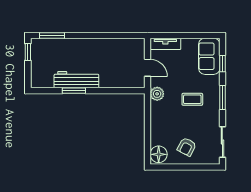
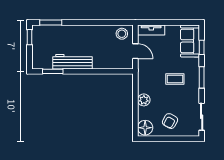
stool: (132, 48) -> (122, 34), added
window: (74, 91) -> (53, 71), moved
plant: (157, 94) -> (144, 100), moved

